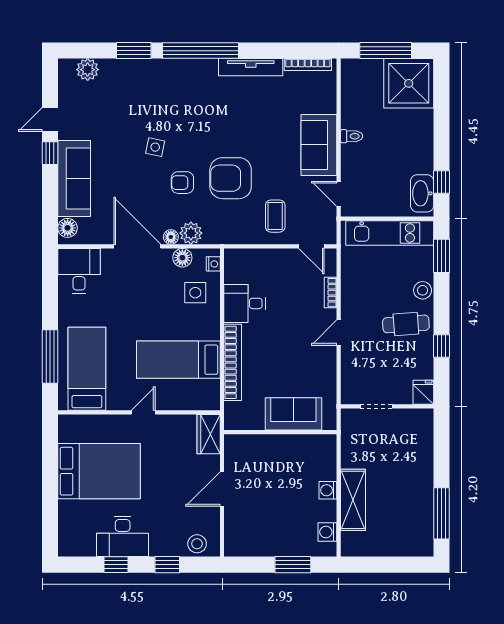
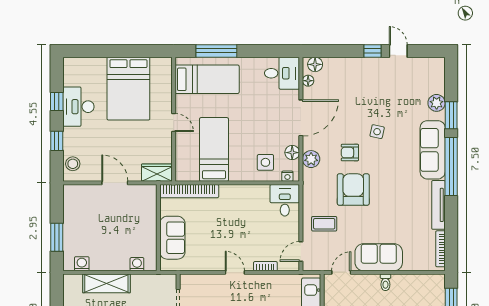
plant: (88, 70) -> (437, 103), moved
sofa: (74, 178) -> (433, 150), moved, turned 90
armchair: (182, 183) -> (350, 153), turned -90
floor lamp: (171, 237) -> (308, 81), moved
desk: (245, 303) -> (285, 200), moved
bookcase: (233, 362) -> (189, 191), moved
washing machine: (328, 490) -> (137, 264), moved

